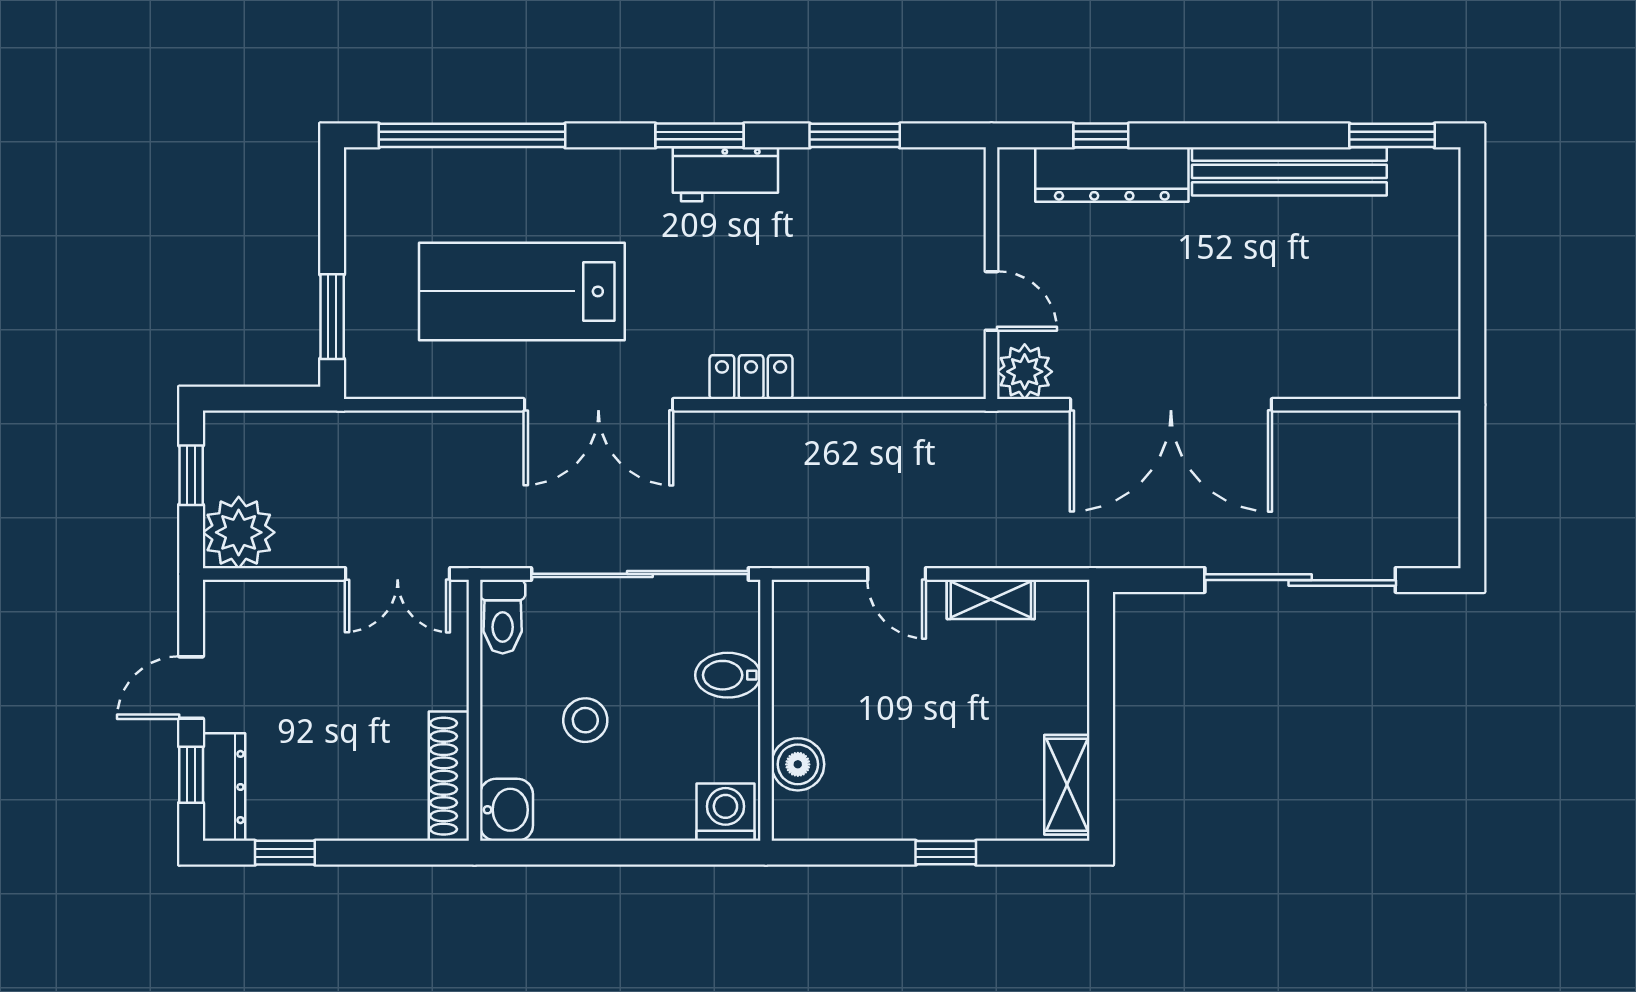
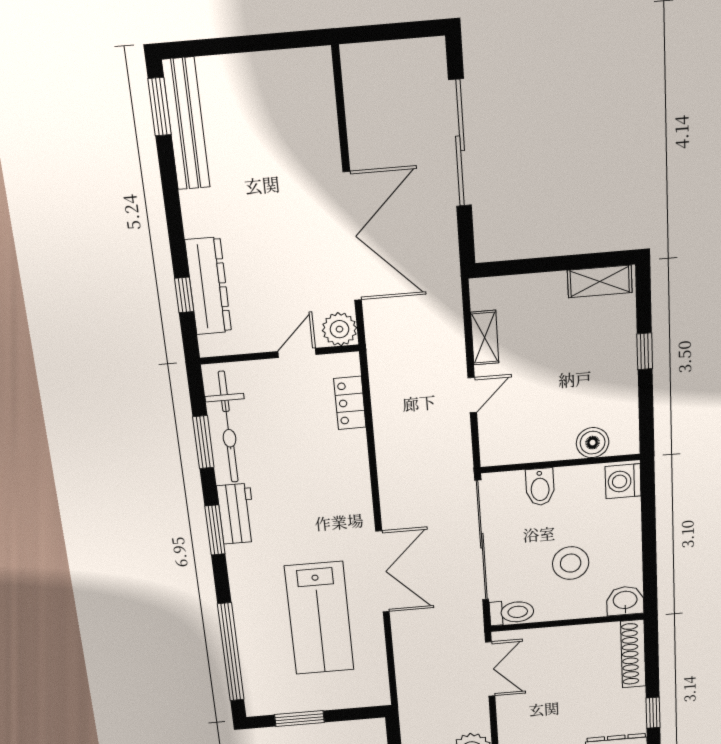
bench: (1289, 171) -> (186, 124), moved
bicycle: (877, 178) -> (228, 427), added
window: (332, 317) -> (299, 719), moved
locker: (751, 377) -> (350, 403), moved
stool: (585, 720) -> (571, 563), width x1.38, depth x1.38
shoe rack: (449, 776) -> (633, 654), moved, turned 90

